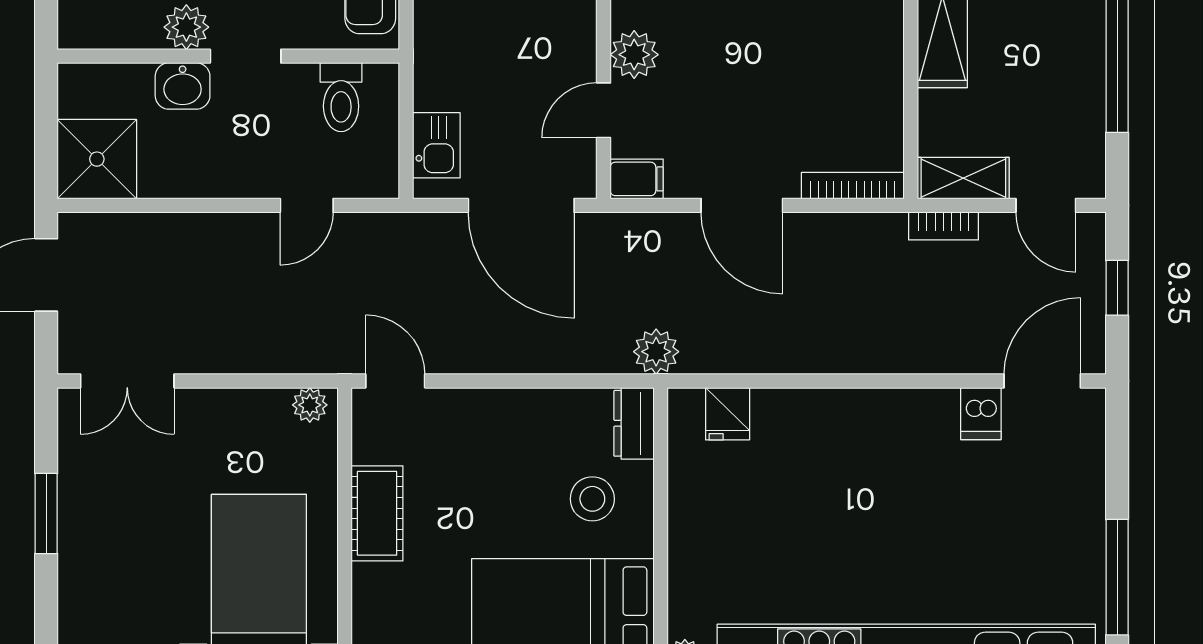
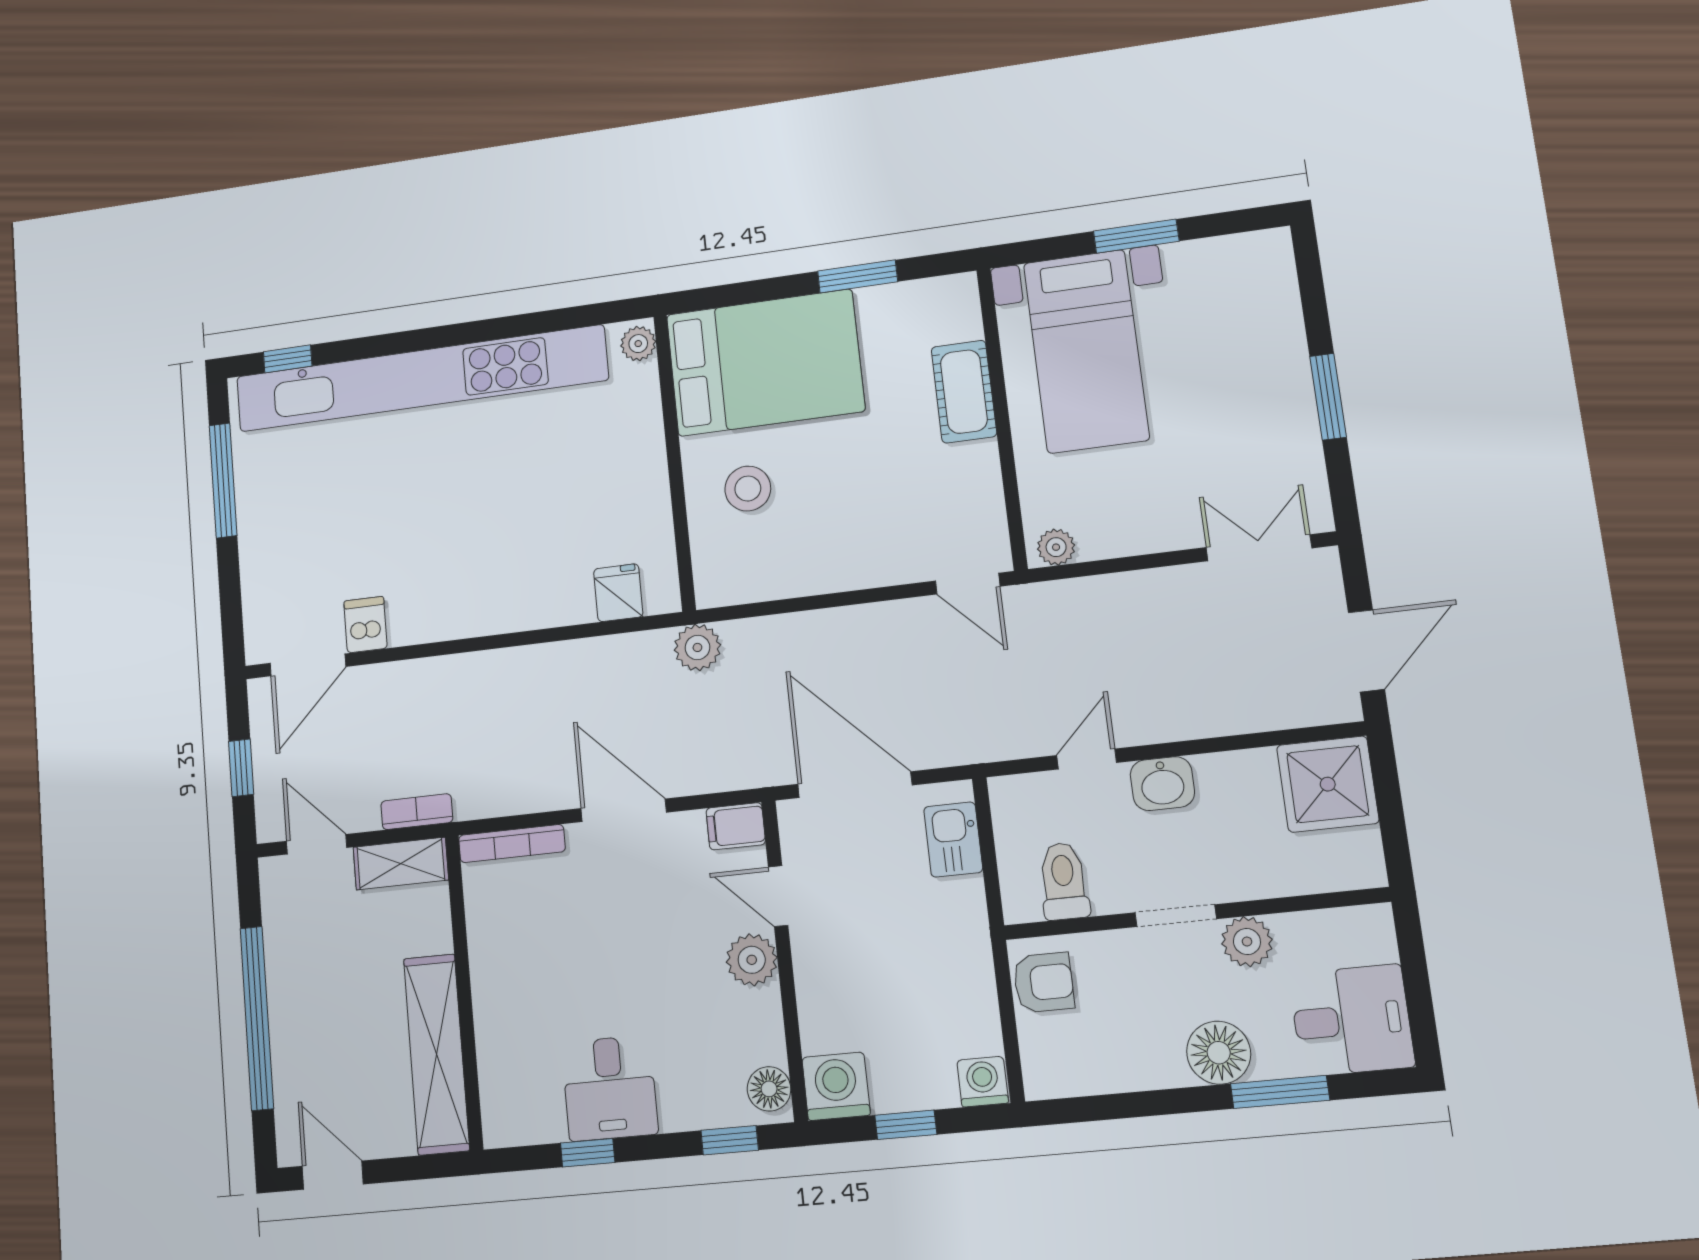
washbasin: (183, 86) -> (1162, 784), moved, turned 180
door: (604, 110) -> (778, 896), swing flipped
dresser: (634, 423) -> (713, 571), removed
cot: (377, 513) -> (964, 392), moved

